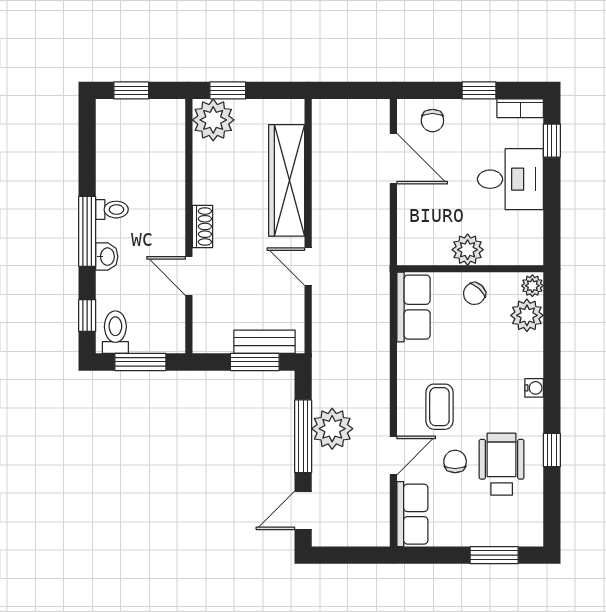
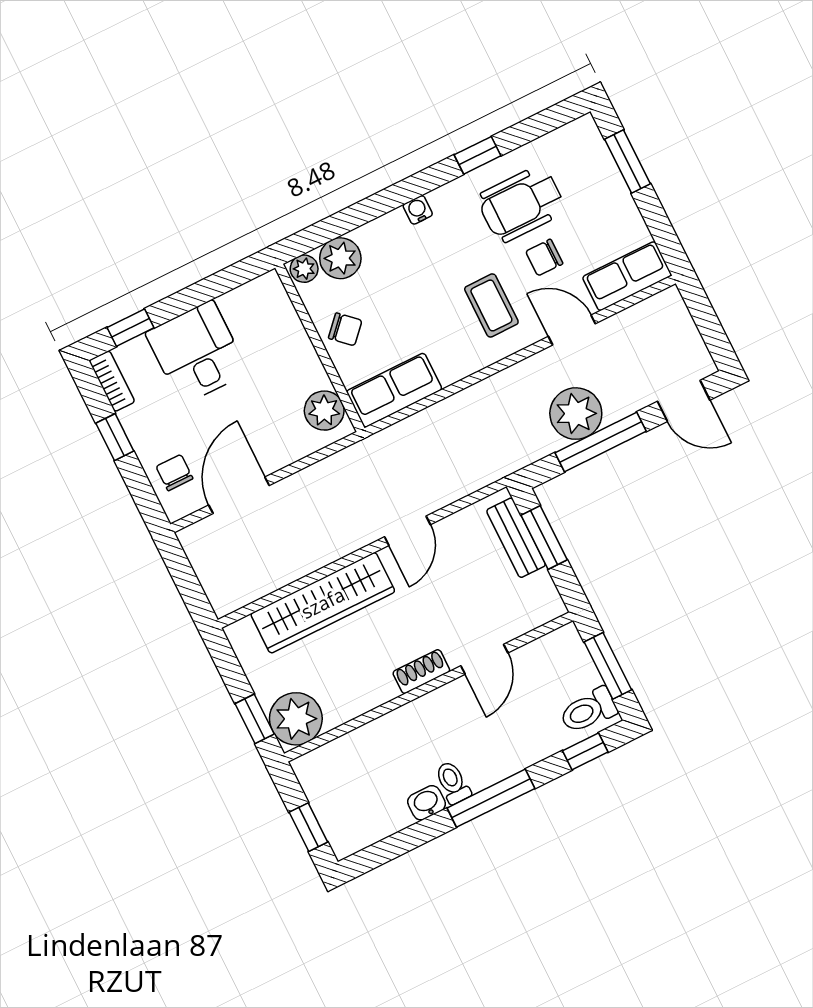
chair: (432, 121) -> (174, 473), turned -90
plant: (468, 250) -> (324, 411), moved
washbasin: (107, 257) -> (427, 803), moved
coffee table: (439, 407) -> (491, 305), turned 90

